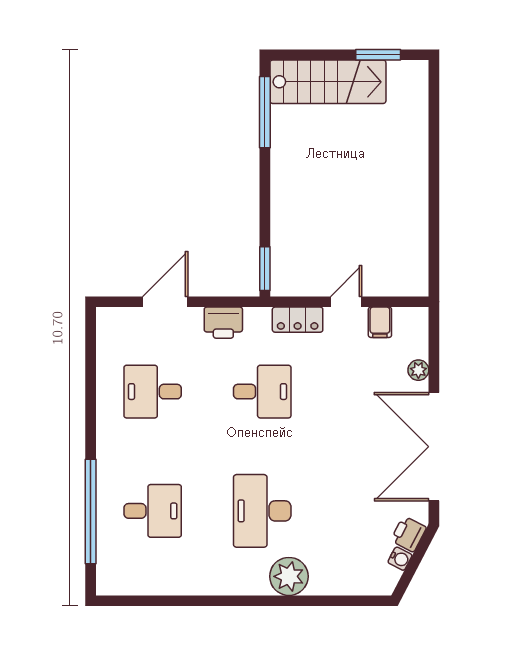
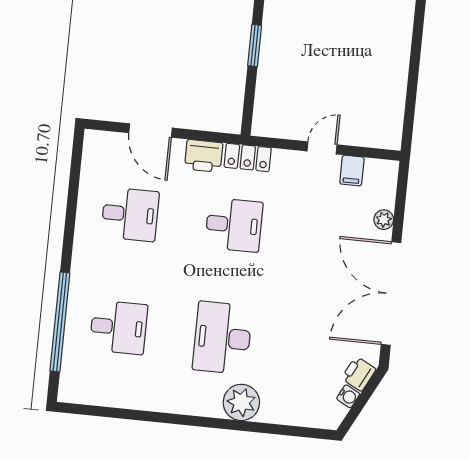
window: (265, 269) -> (255, 46), moved
door: (165, 302) -> (151, 130), swing flipped
locker: (298, 320) -> (248, 157), moved
desk: (153, 392) -> (130, 214), turned 180

